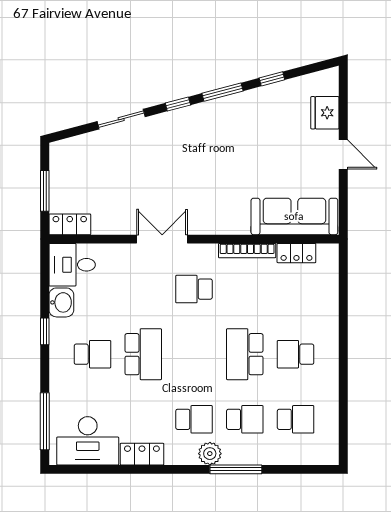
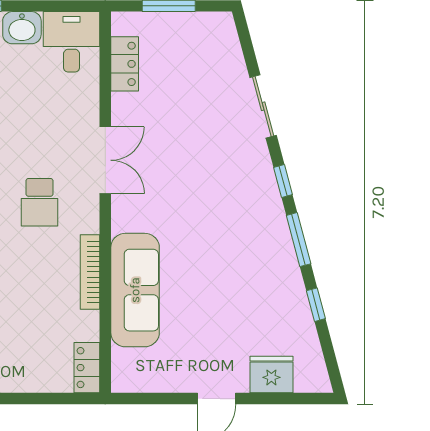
sofa: (294, 216) -> (135, 290), moved
locker: (70, 224) -> (125, 64), moved
locker: (296, 253) -> (87, 368), moved
school desk: (194, 289) -> (39, 202), turned 180

